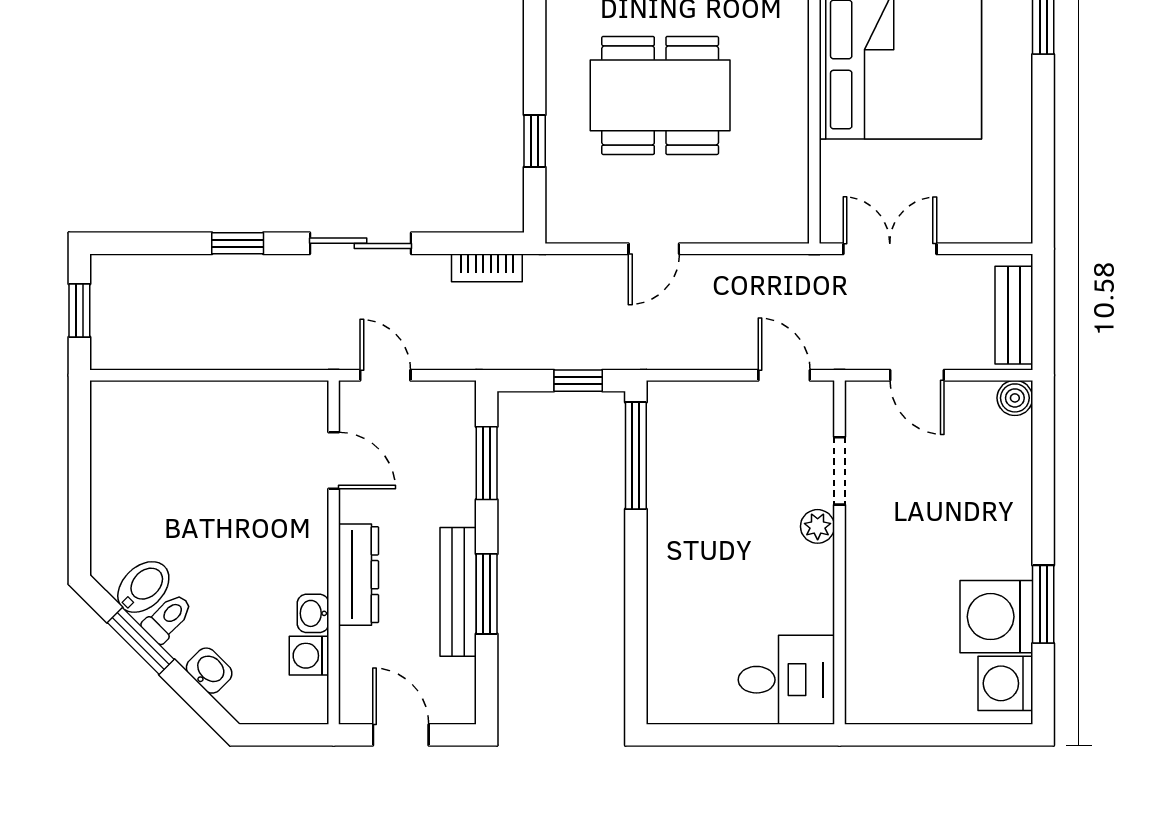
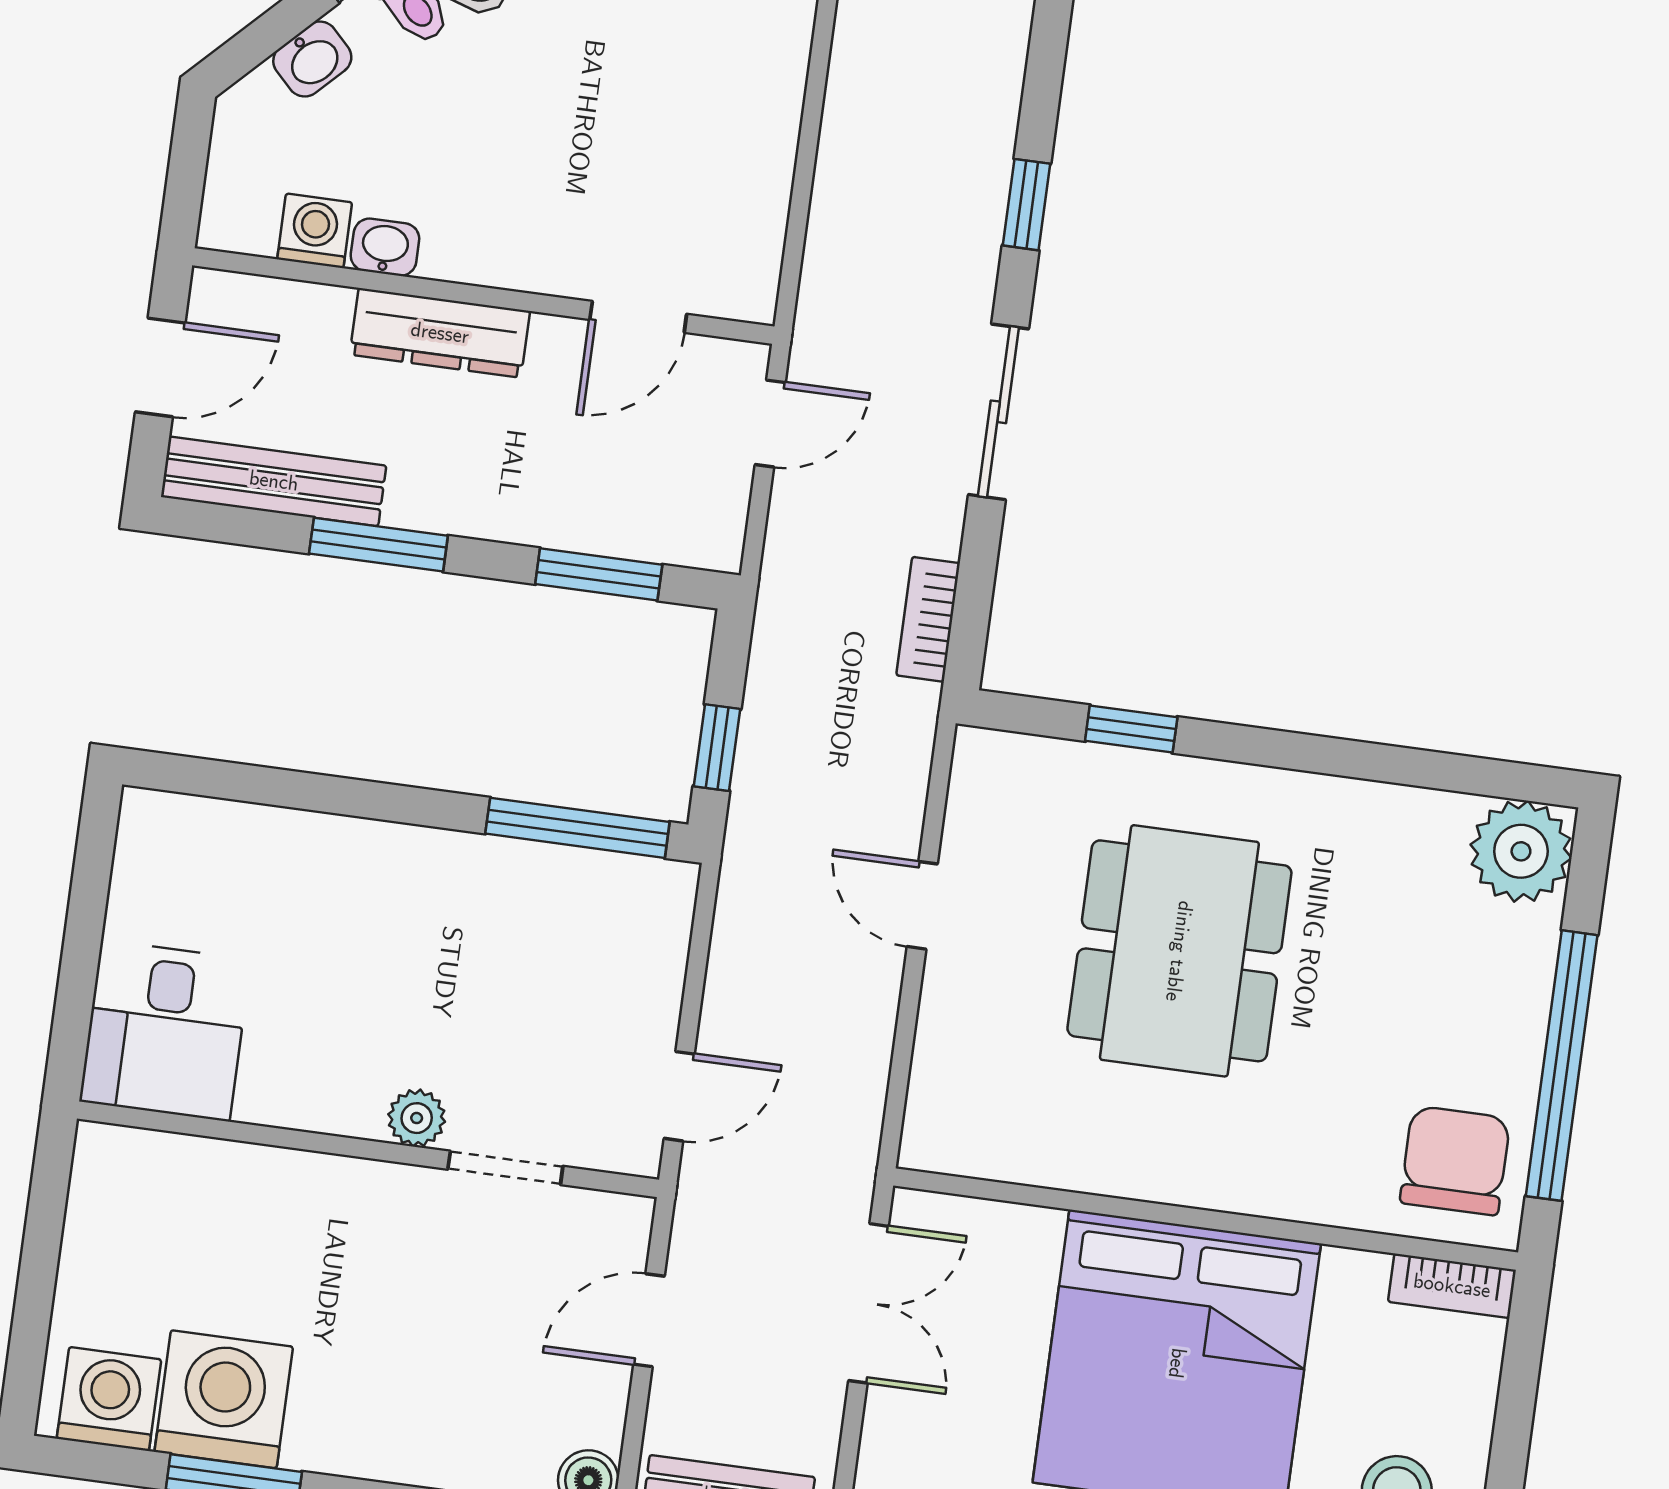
bench: (458, 592) -> (274, 481), moved

